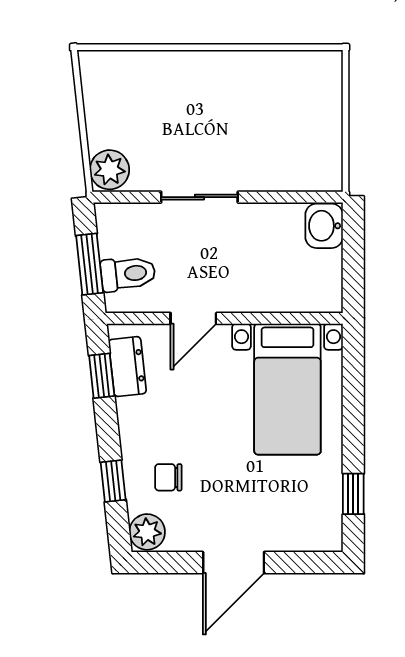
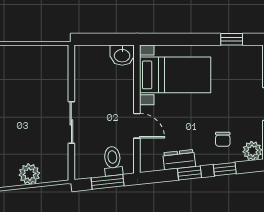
plant: (110, 170) -> (29, 174), moved
washbasin: (324, 226) -> (122, 55), moved
dresser: (127, 367) -> (179, 160), moved
window: (102, 376) -> (189, 173), moved

